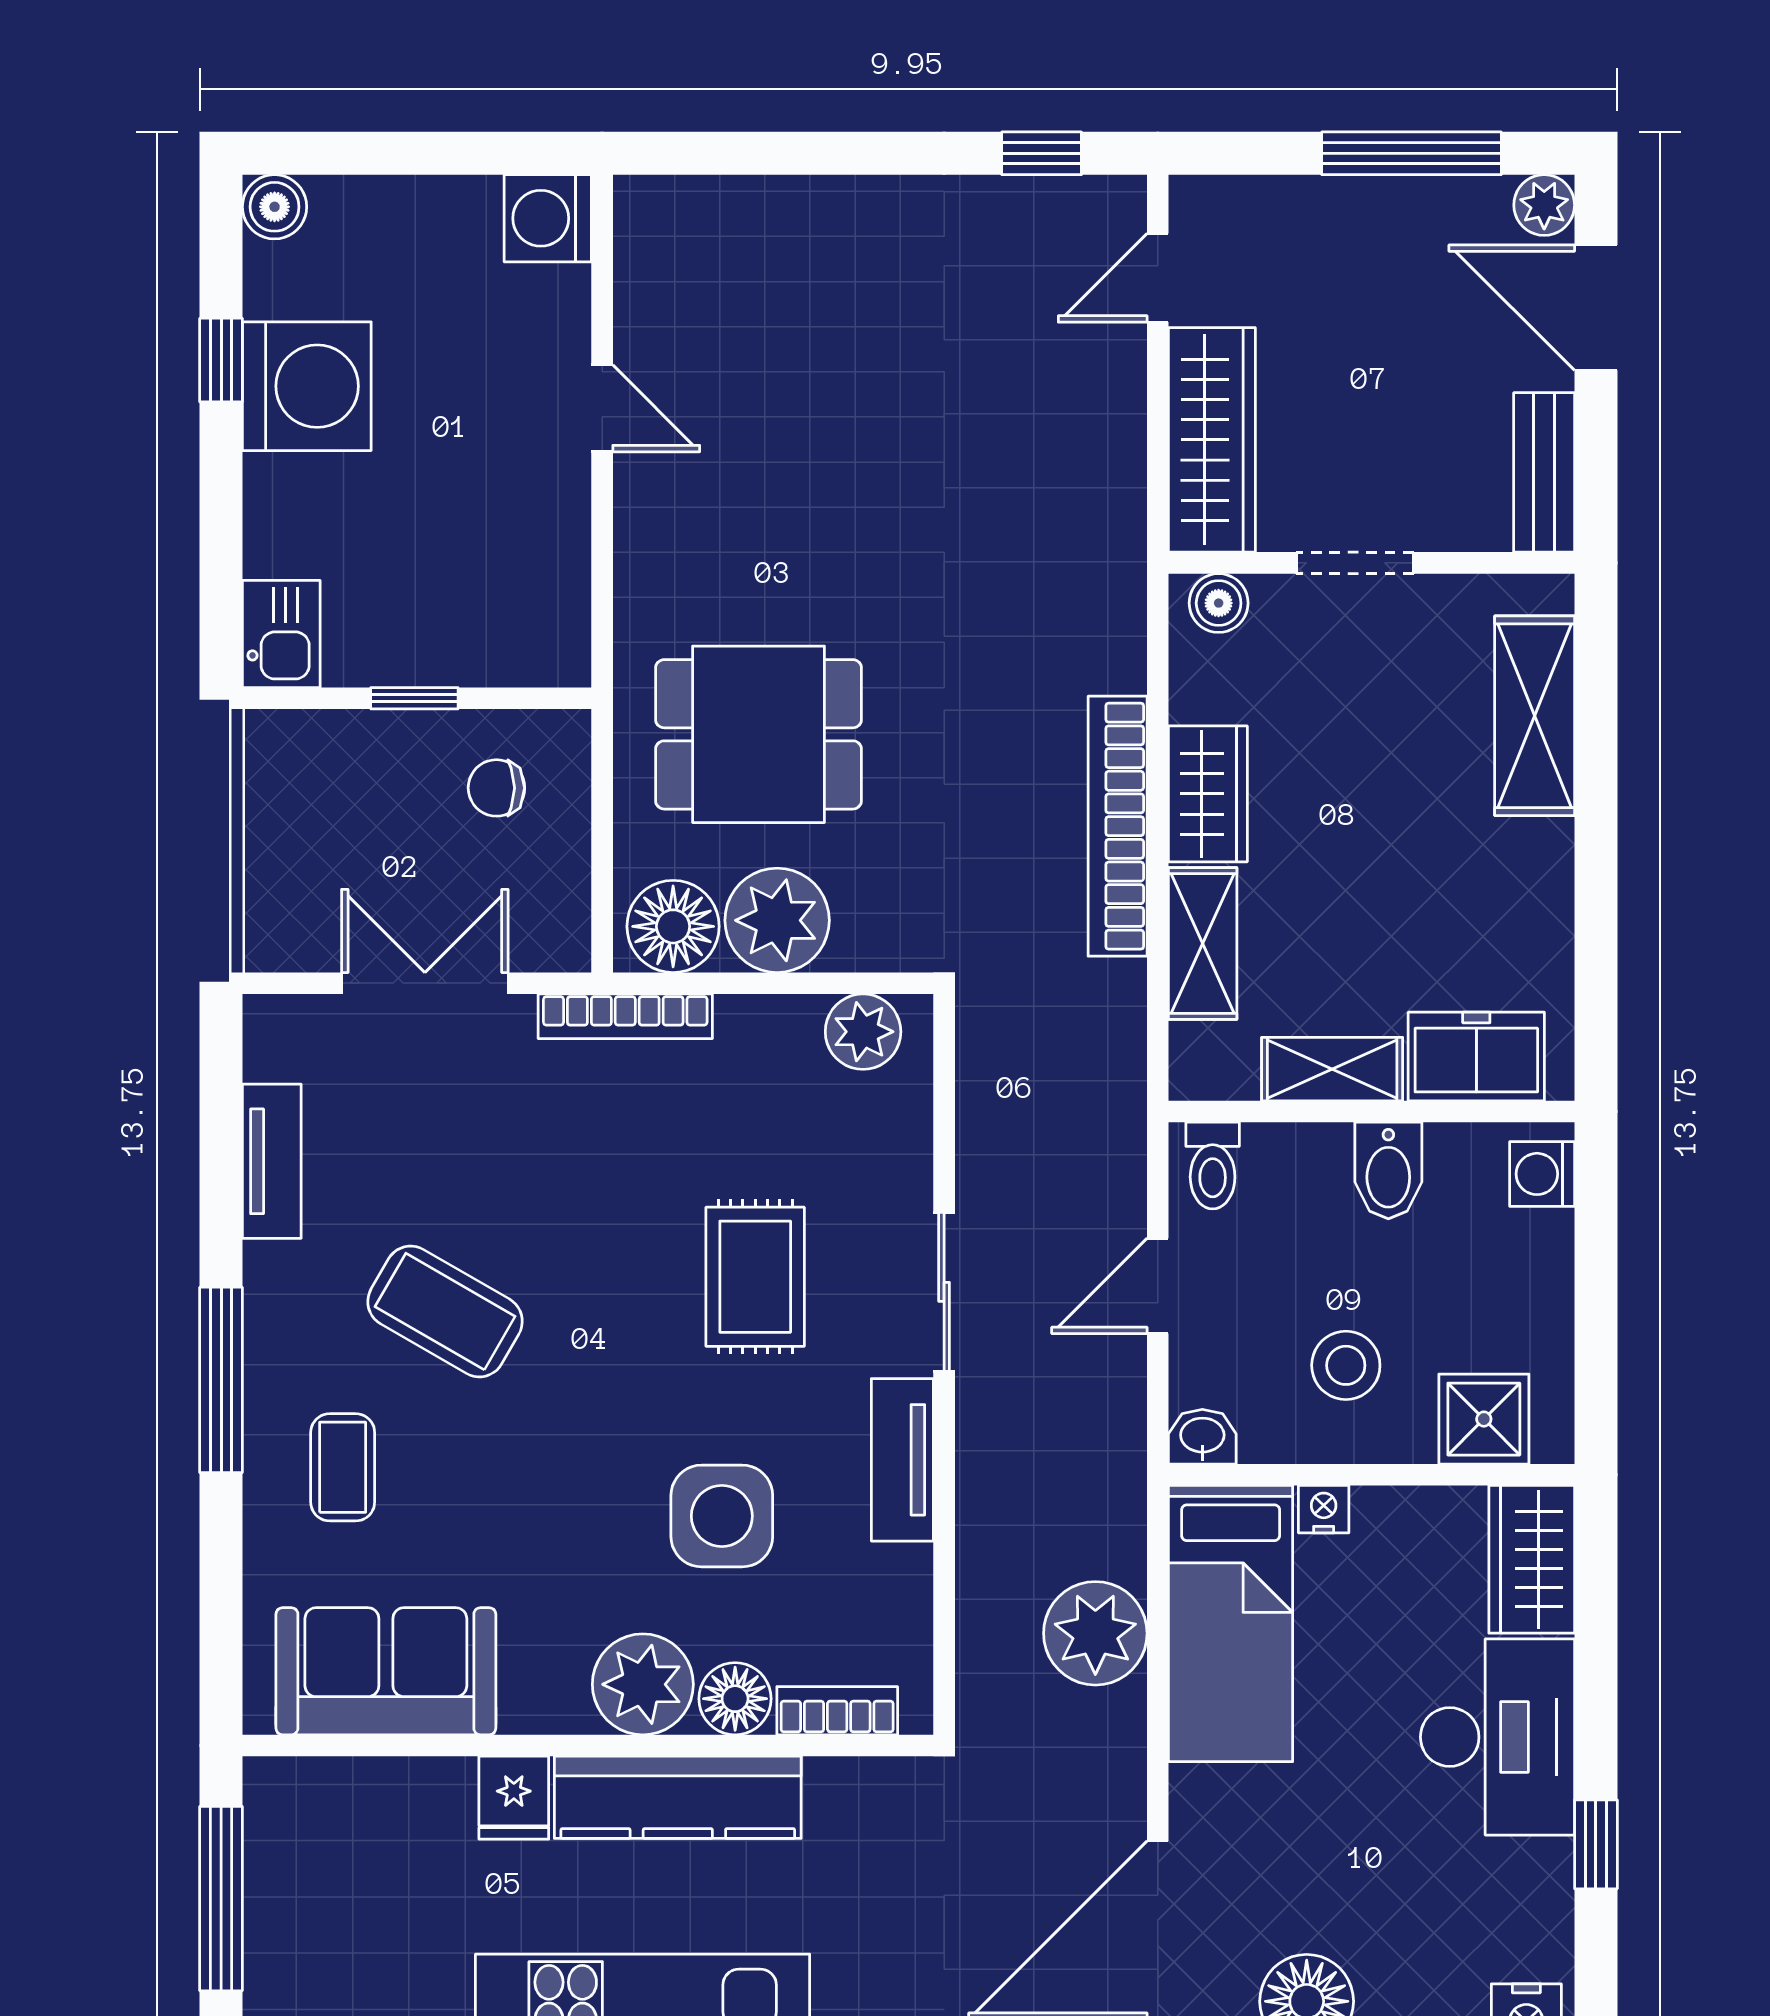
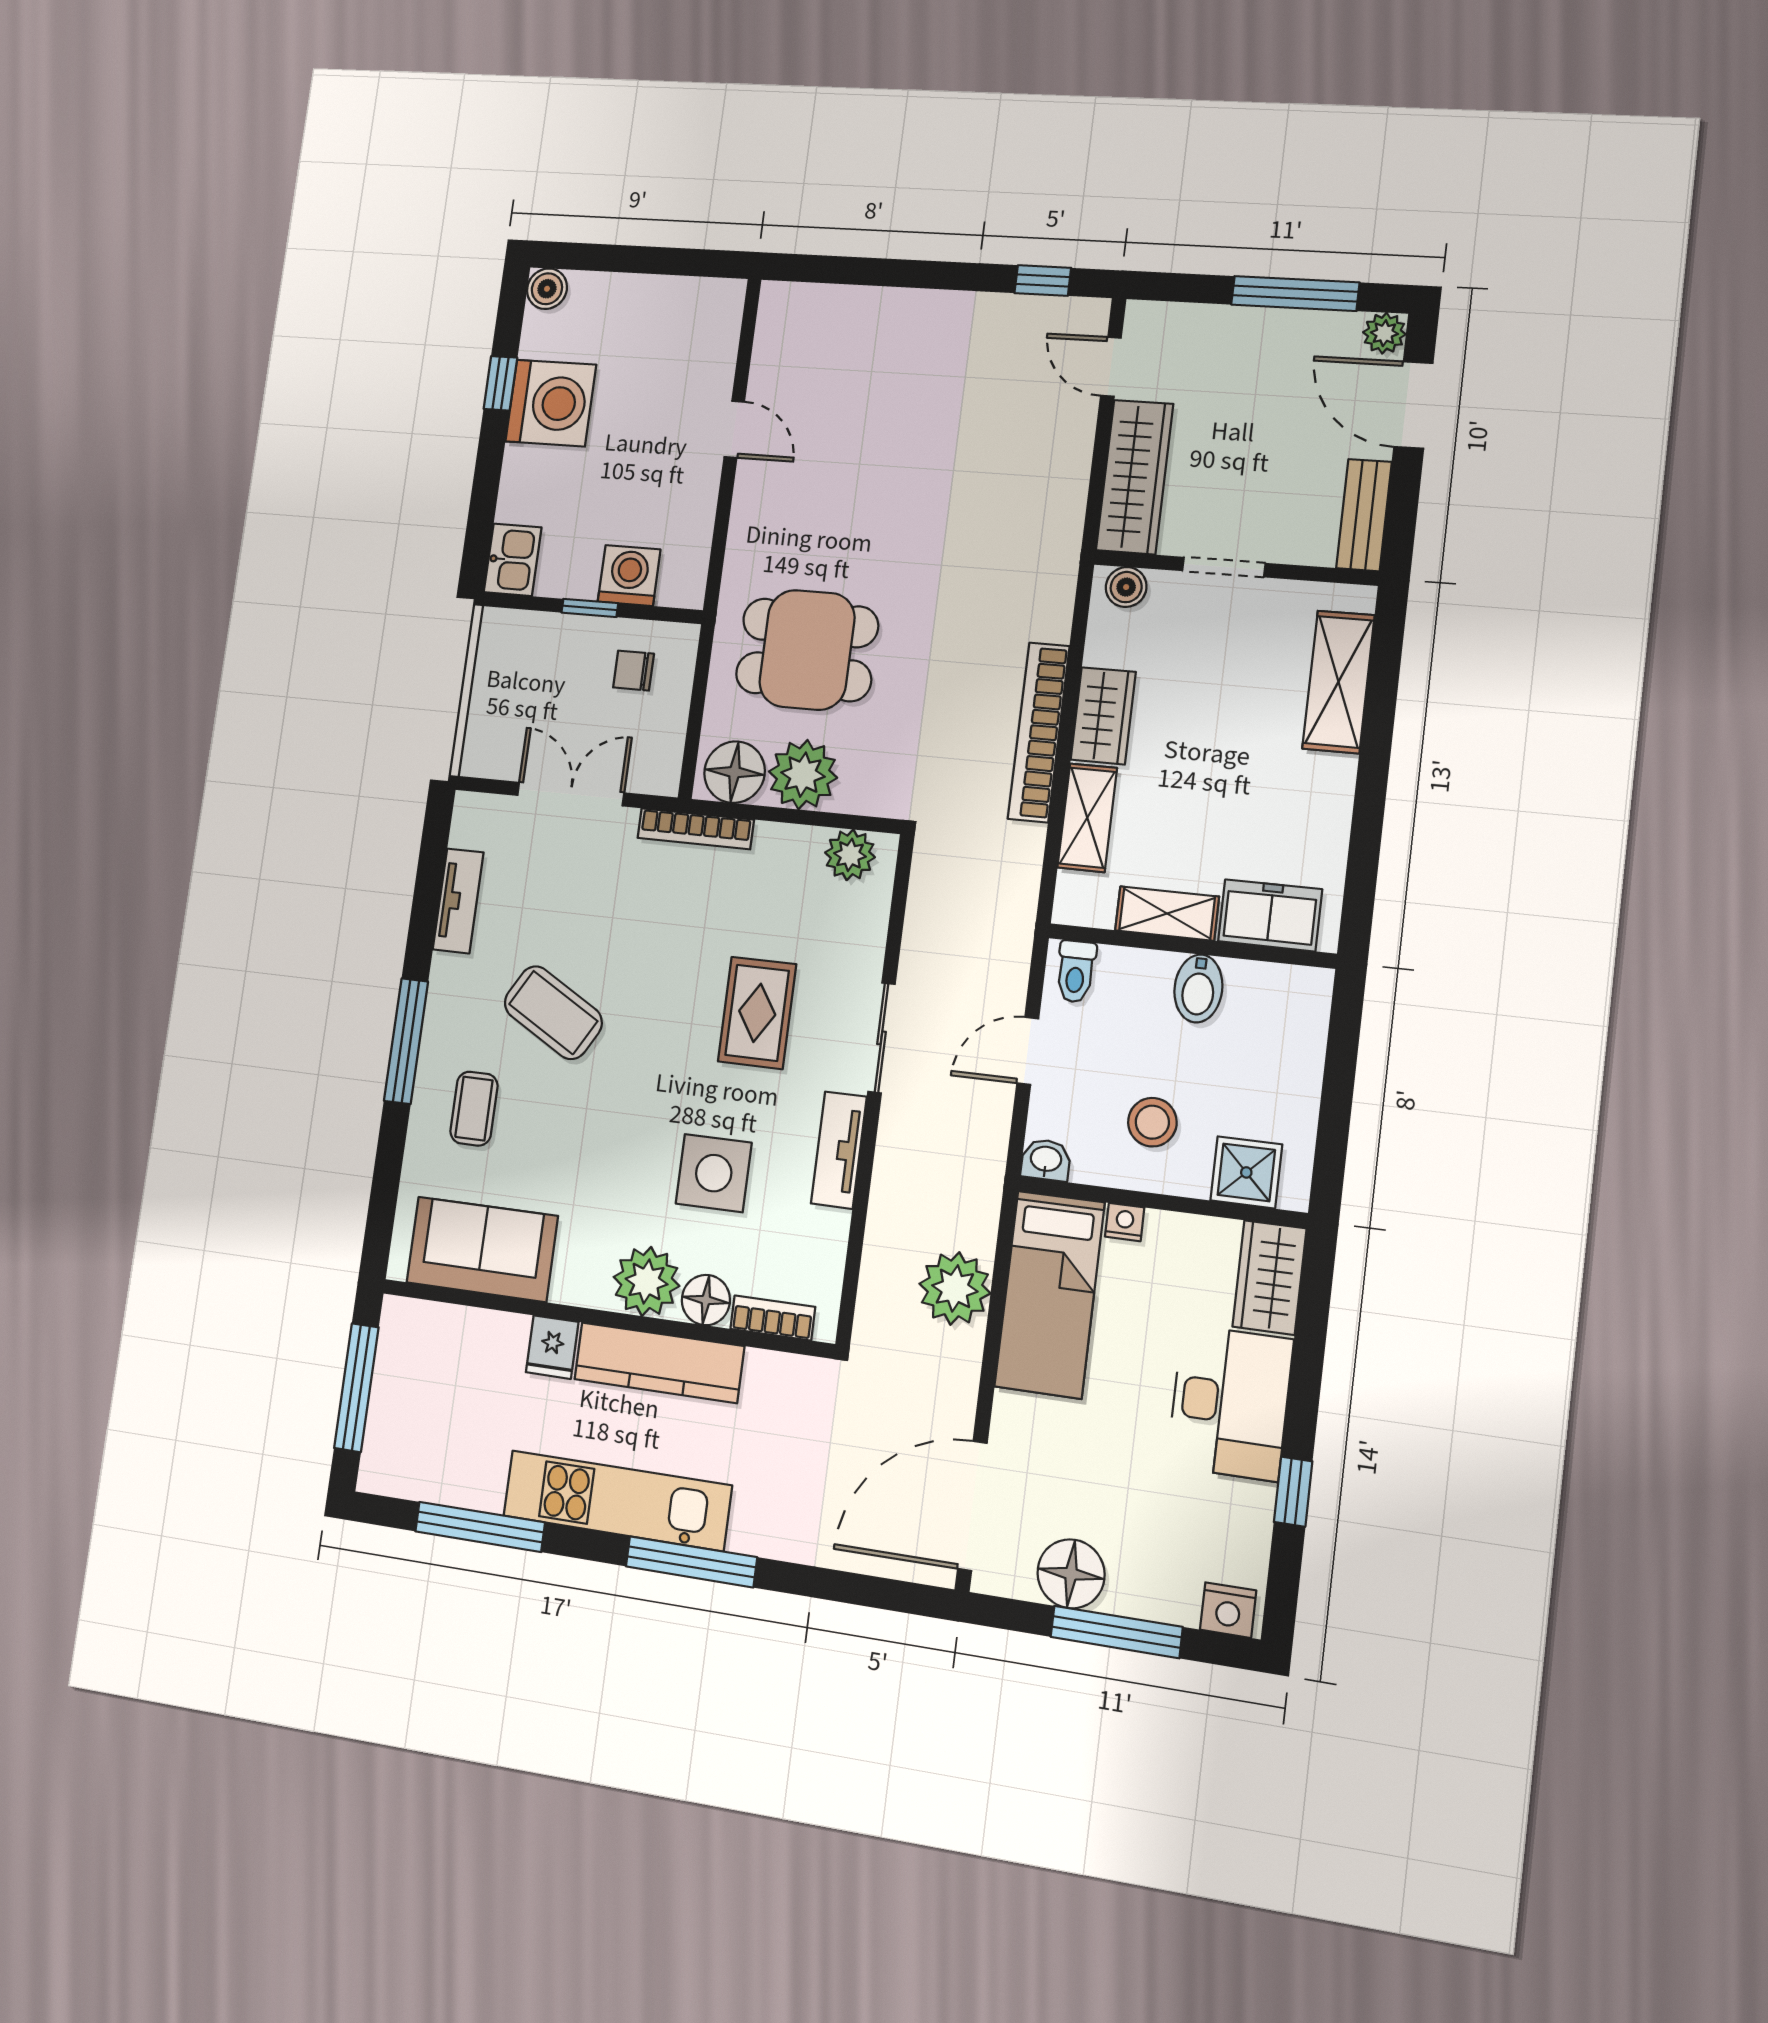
washing machine: (548, 218) -> (629, 576), moved, turned 90
door: (1158, 278) -> (1111, 367), hinge flipped
washing machine: (1542, 1174) -> (1308, 1003), removed

